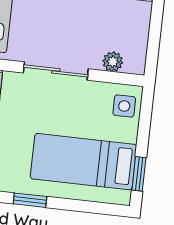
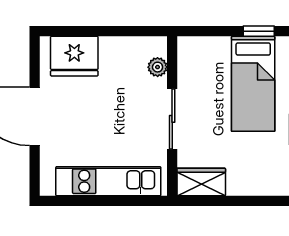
side table: (124, 106) -> (197, 52), removed

